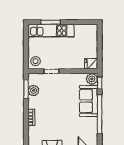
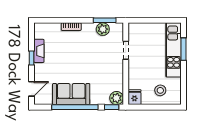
stool: (35, 61) -> (160, 90), moved
sofa: (89, 101) -> (71, 94), moved

